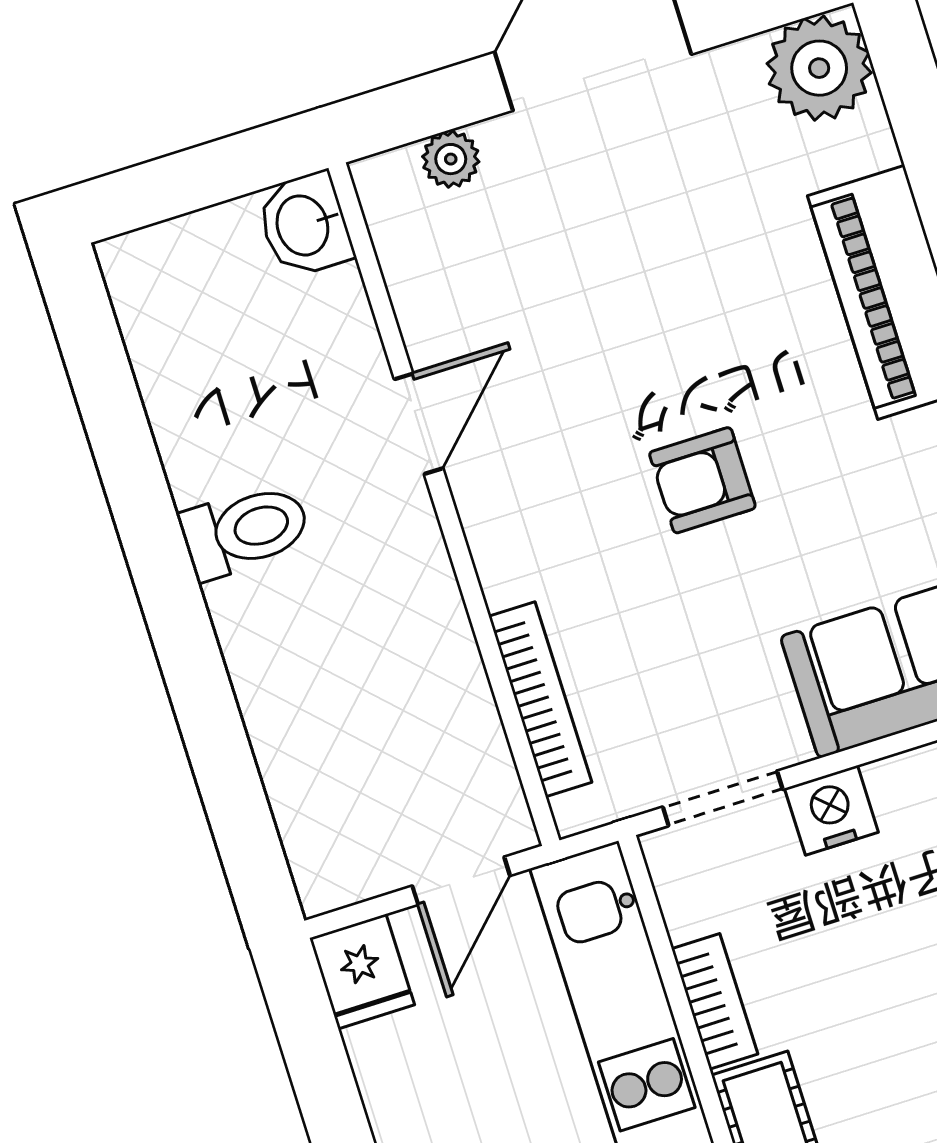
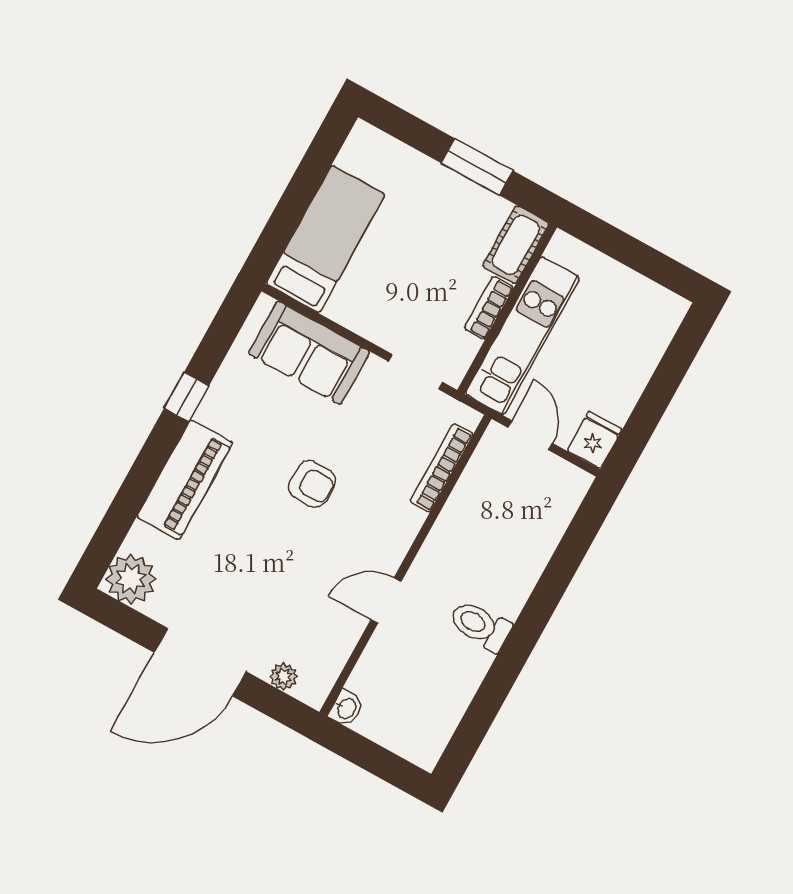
washbasin: (305, 225) -> (346, 708), width x0.72, depth x0.69
nightstand: (831, 810) -> (384, 330), removed
door: (461, 881) -> (530, 435), hinge flipped

